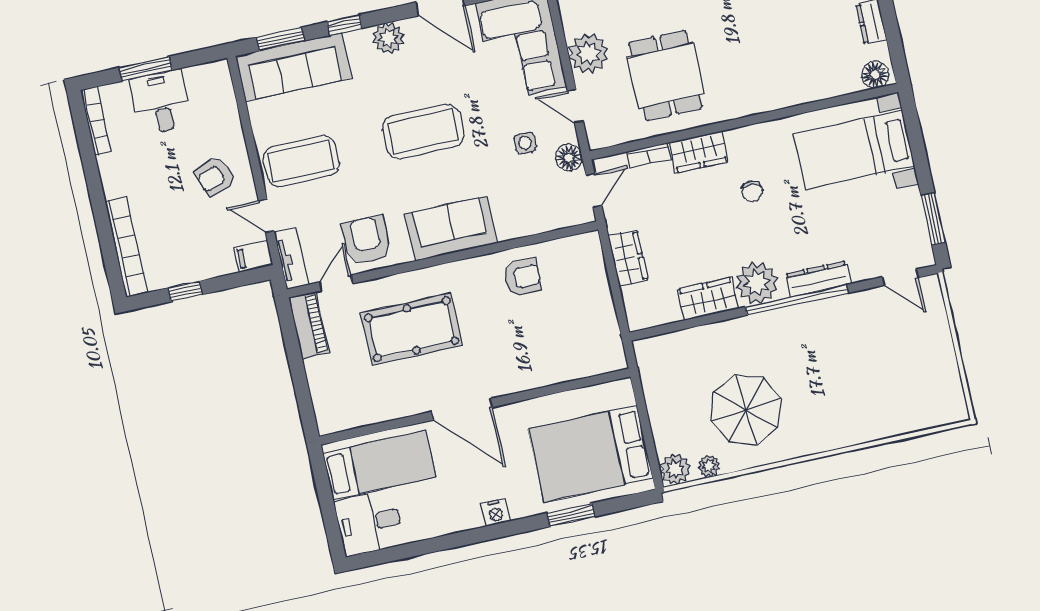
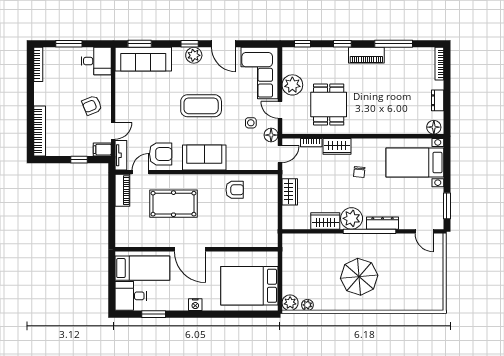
window: (345, 25) -> (190, 44), moved
desk: (161, 102) -> (96, 61), moved, turned 90
coffee table: (301, 161) -> (137, 107), removed
door: (266, 216) -> (113, 131), swing flipped
armchair: (366, 240) -> (161, 154), turned 90
window: (185, 291) -> (79, 160), moved
parasol: (746, 410) -> (359, 277), moved
window: (571, 515) -> (154, 314), moved

